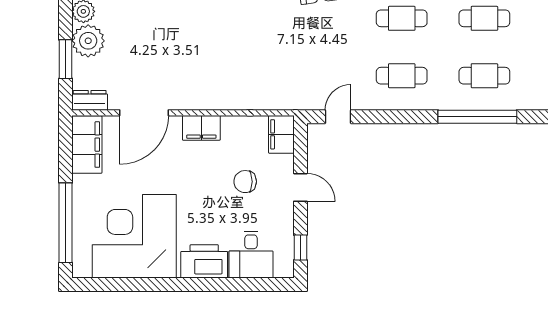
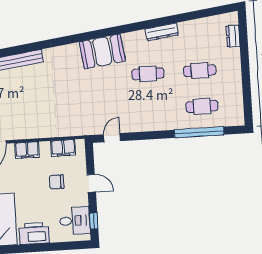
cafe table: (402, 76) -> (150, 110), removed
filing cabinet: (281, 134) -> (63, 148), moved, turned -90
desk: (251, 255) -> (75, 221), moved, turned -90

